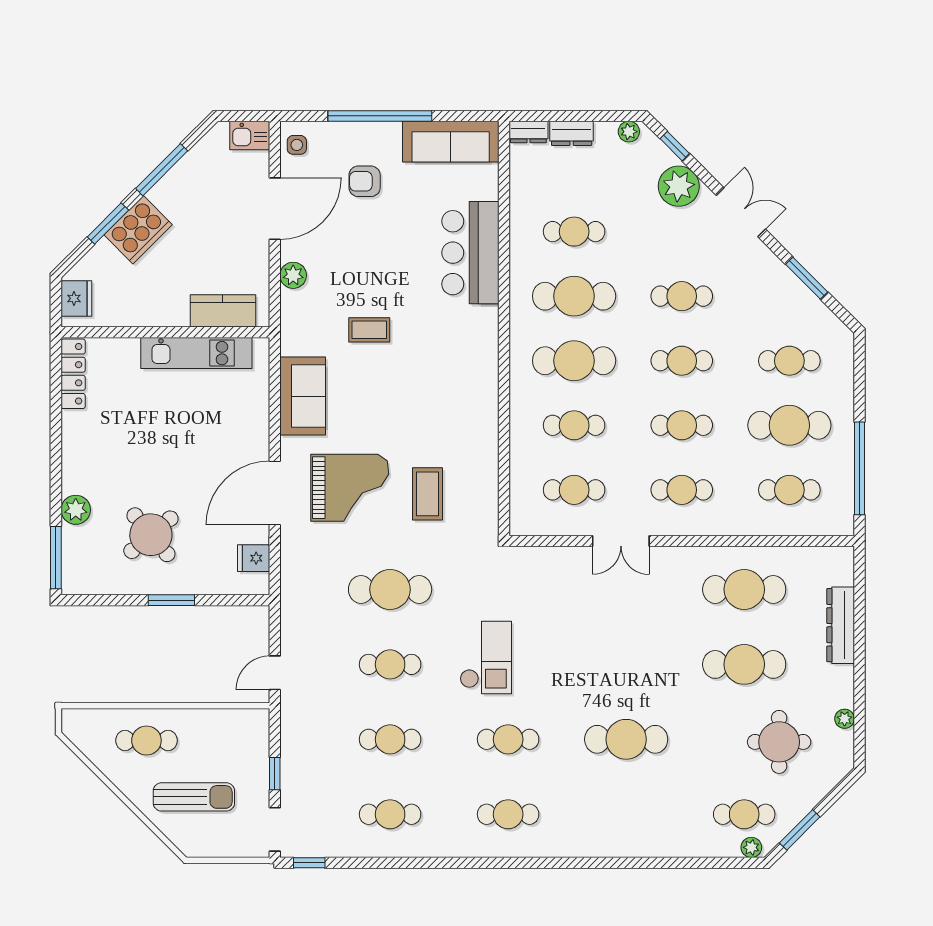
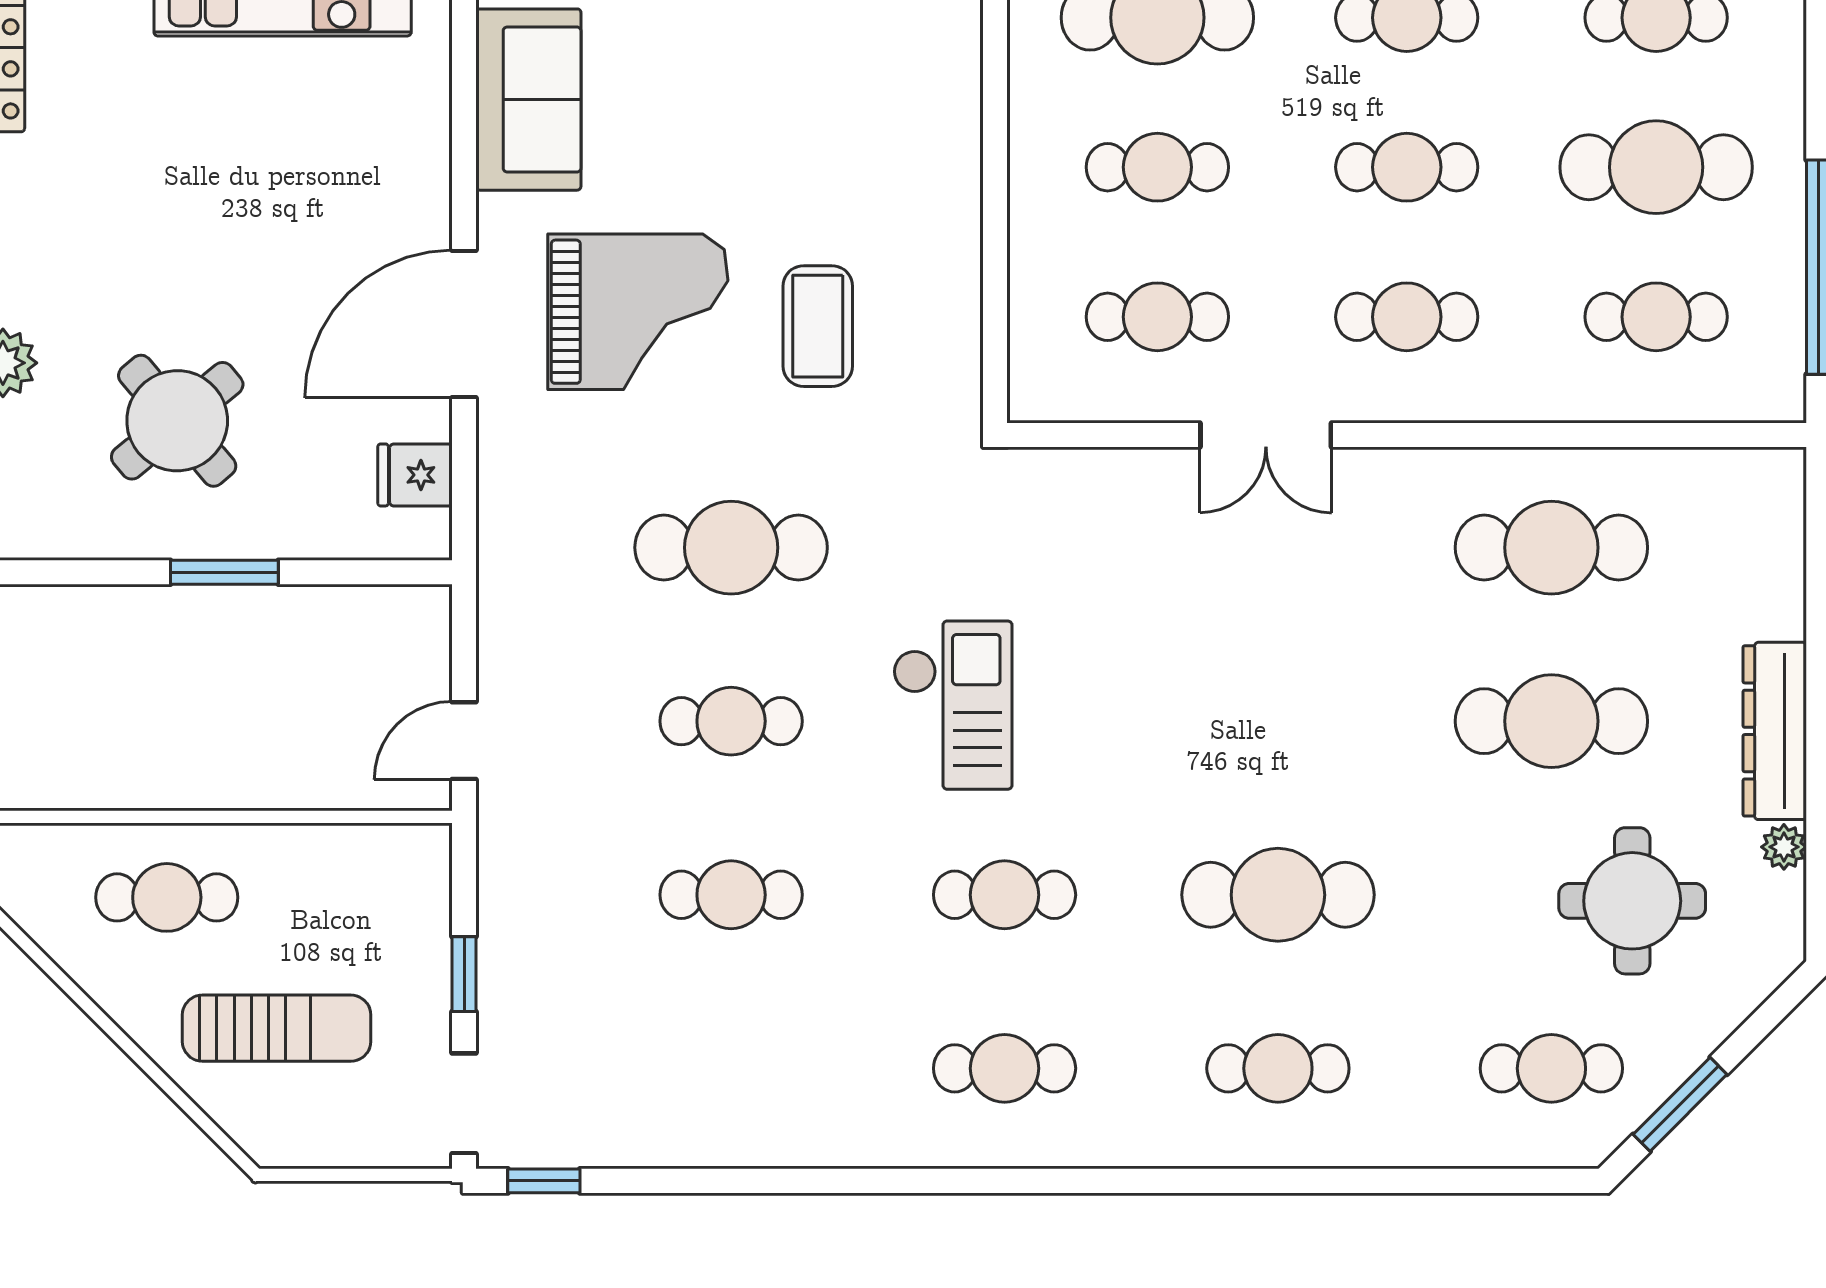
dresser: (841, 625) -> (1775, 731), moved
cafe table: (390, 814) -> (1278, 1068), moved
plant: (751, 847) -> (1568, 1145), removed

